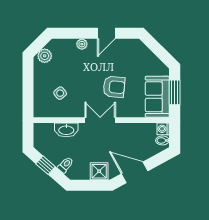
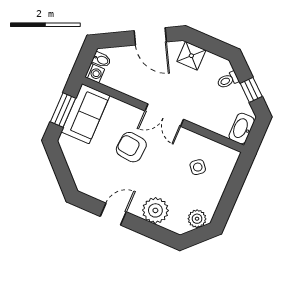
plant: (82, 44) -> (155, 210), width x1.88, depth x1.88
washbasin: (66, 130) -> (242, 129), moved, turned -90

